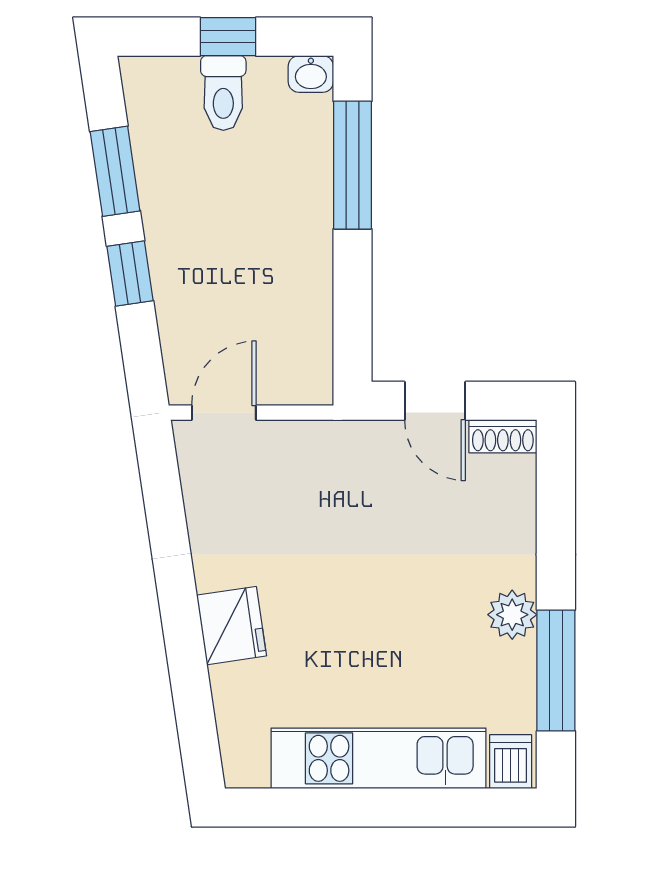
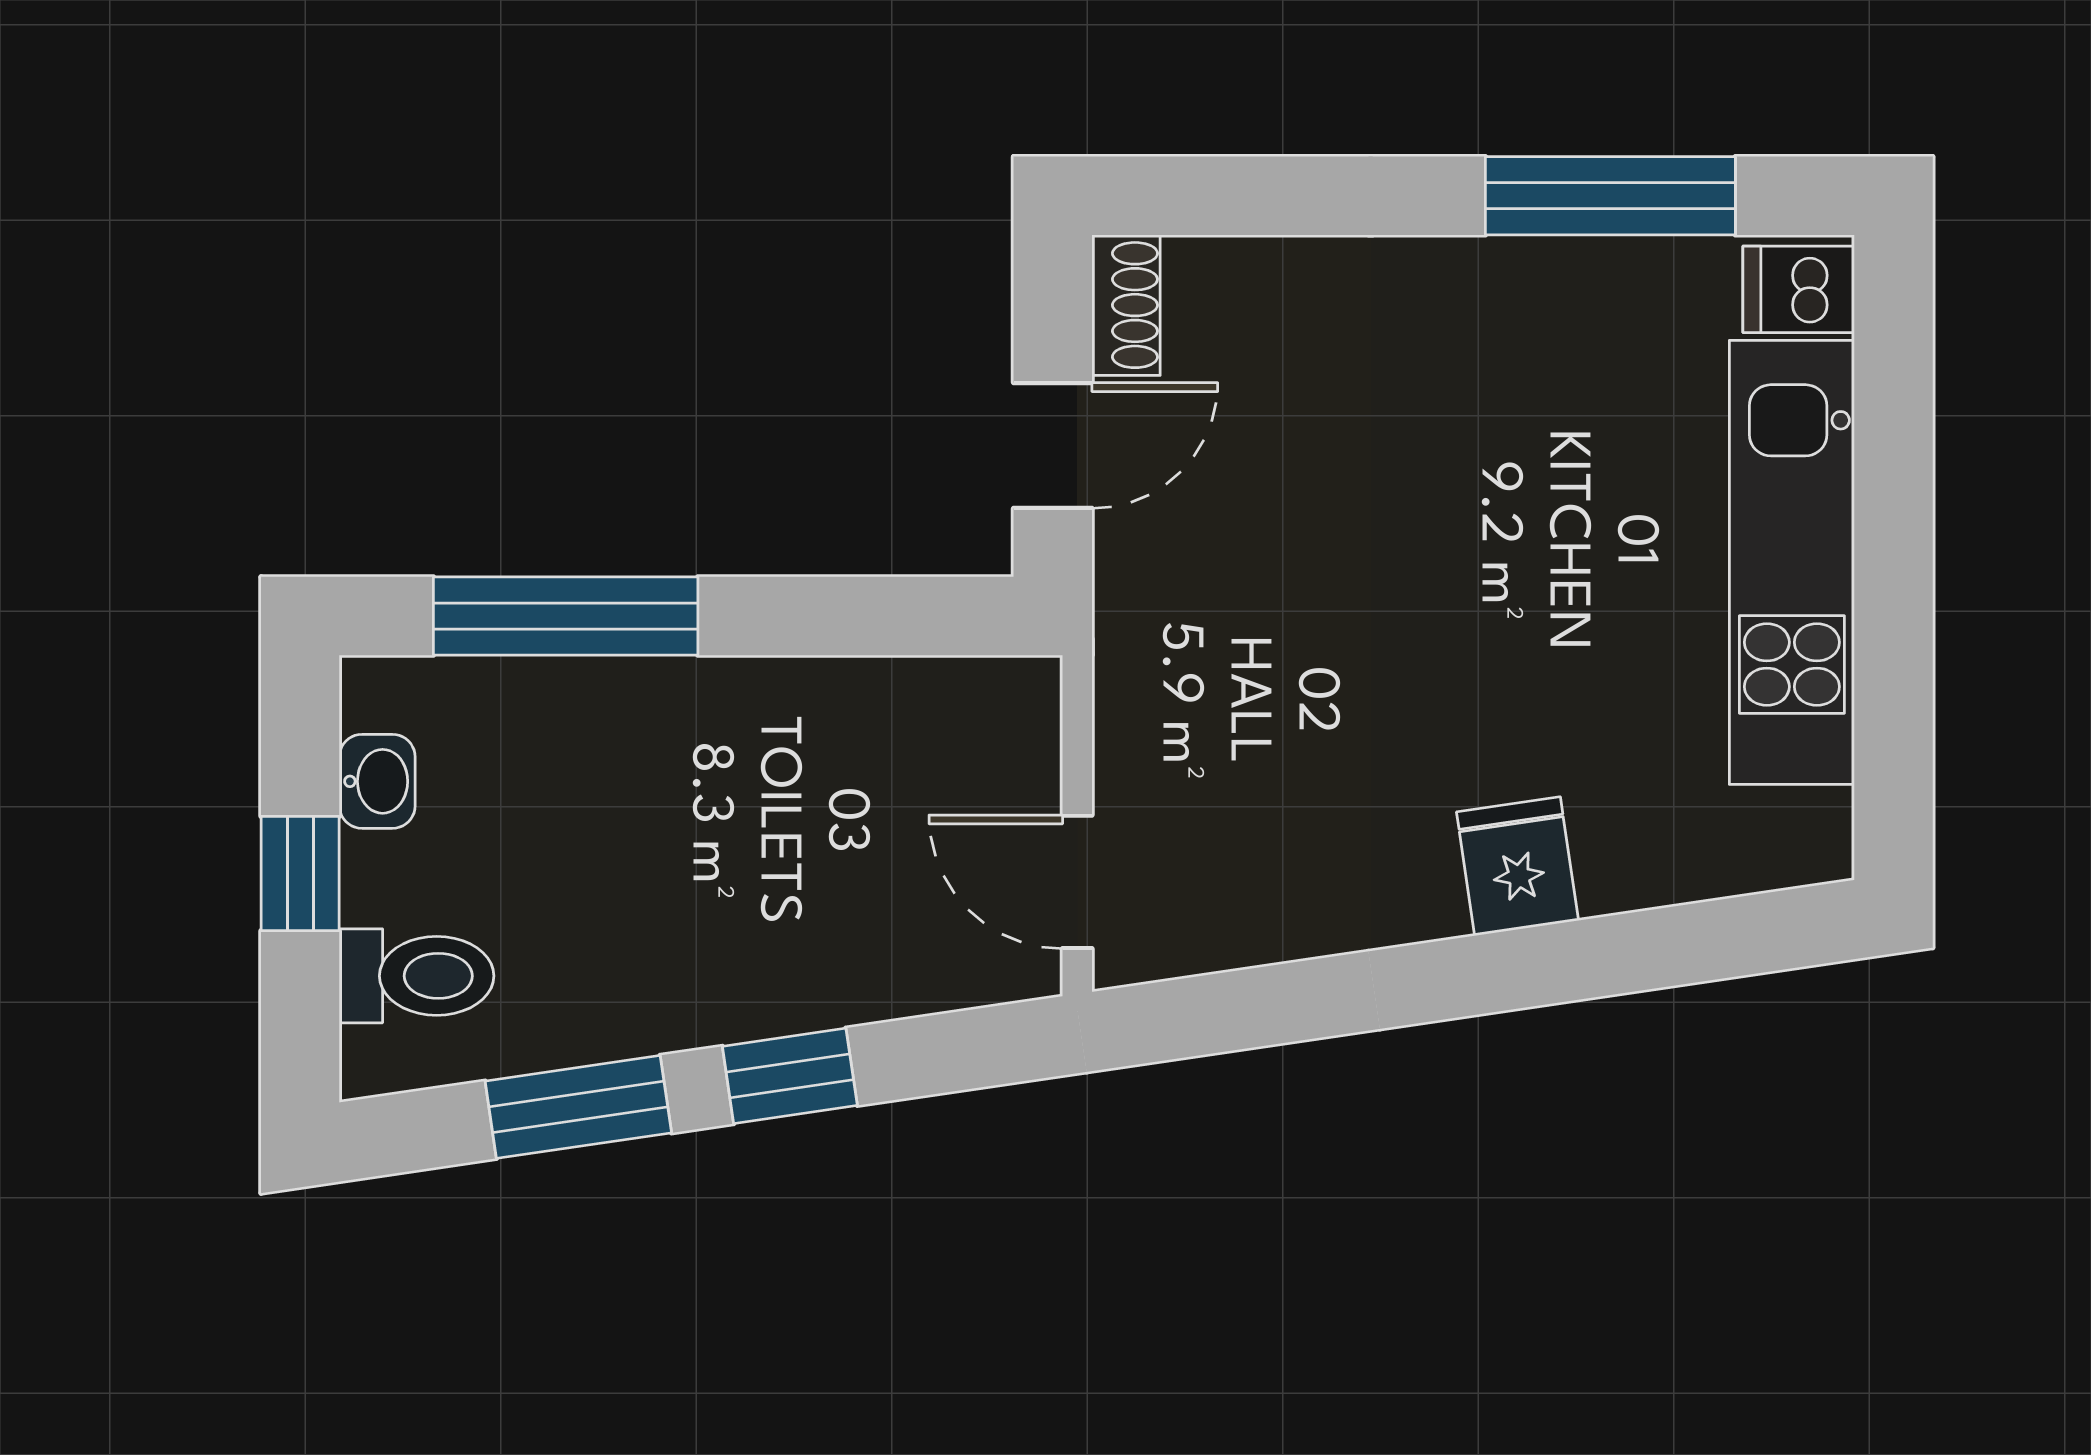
washbasin: (311, 74) -> (377, 781), moved
toilet: (223, 93) -> (417, 976), moved
plant: (512, 615) -> (1495, 286), removed
fridge: (231, 626) -> (1517, 866), width x0.72

